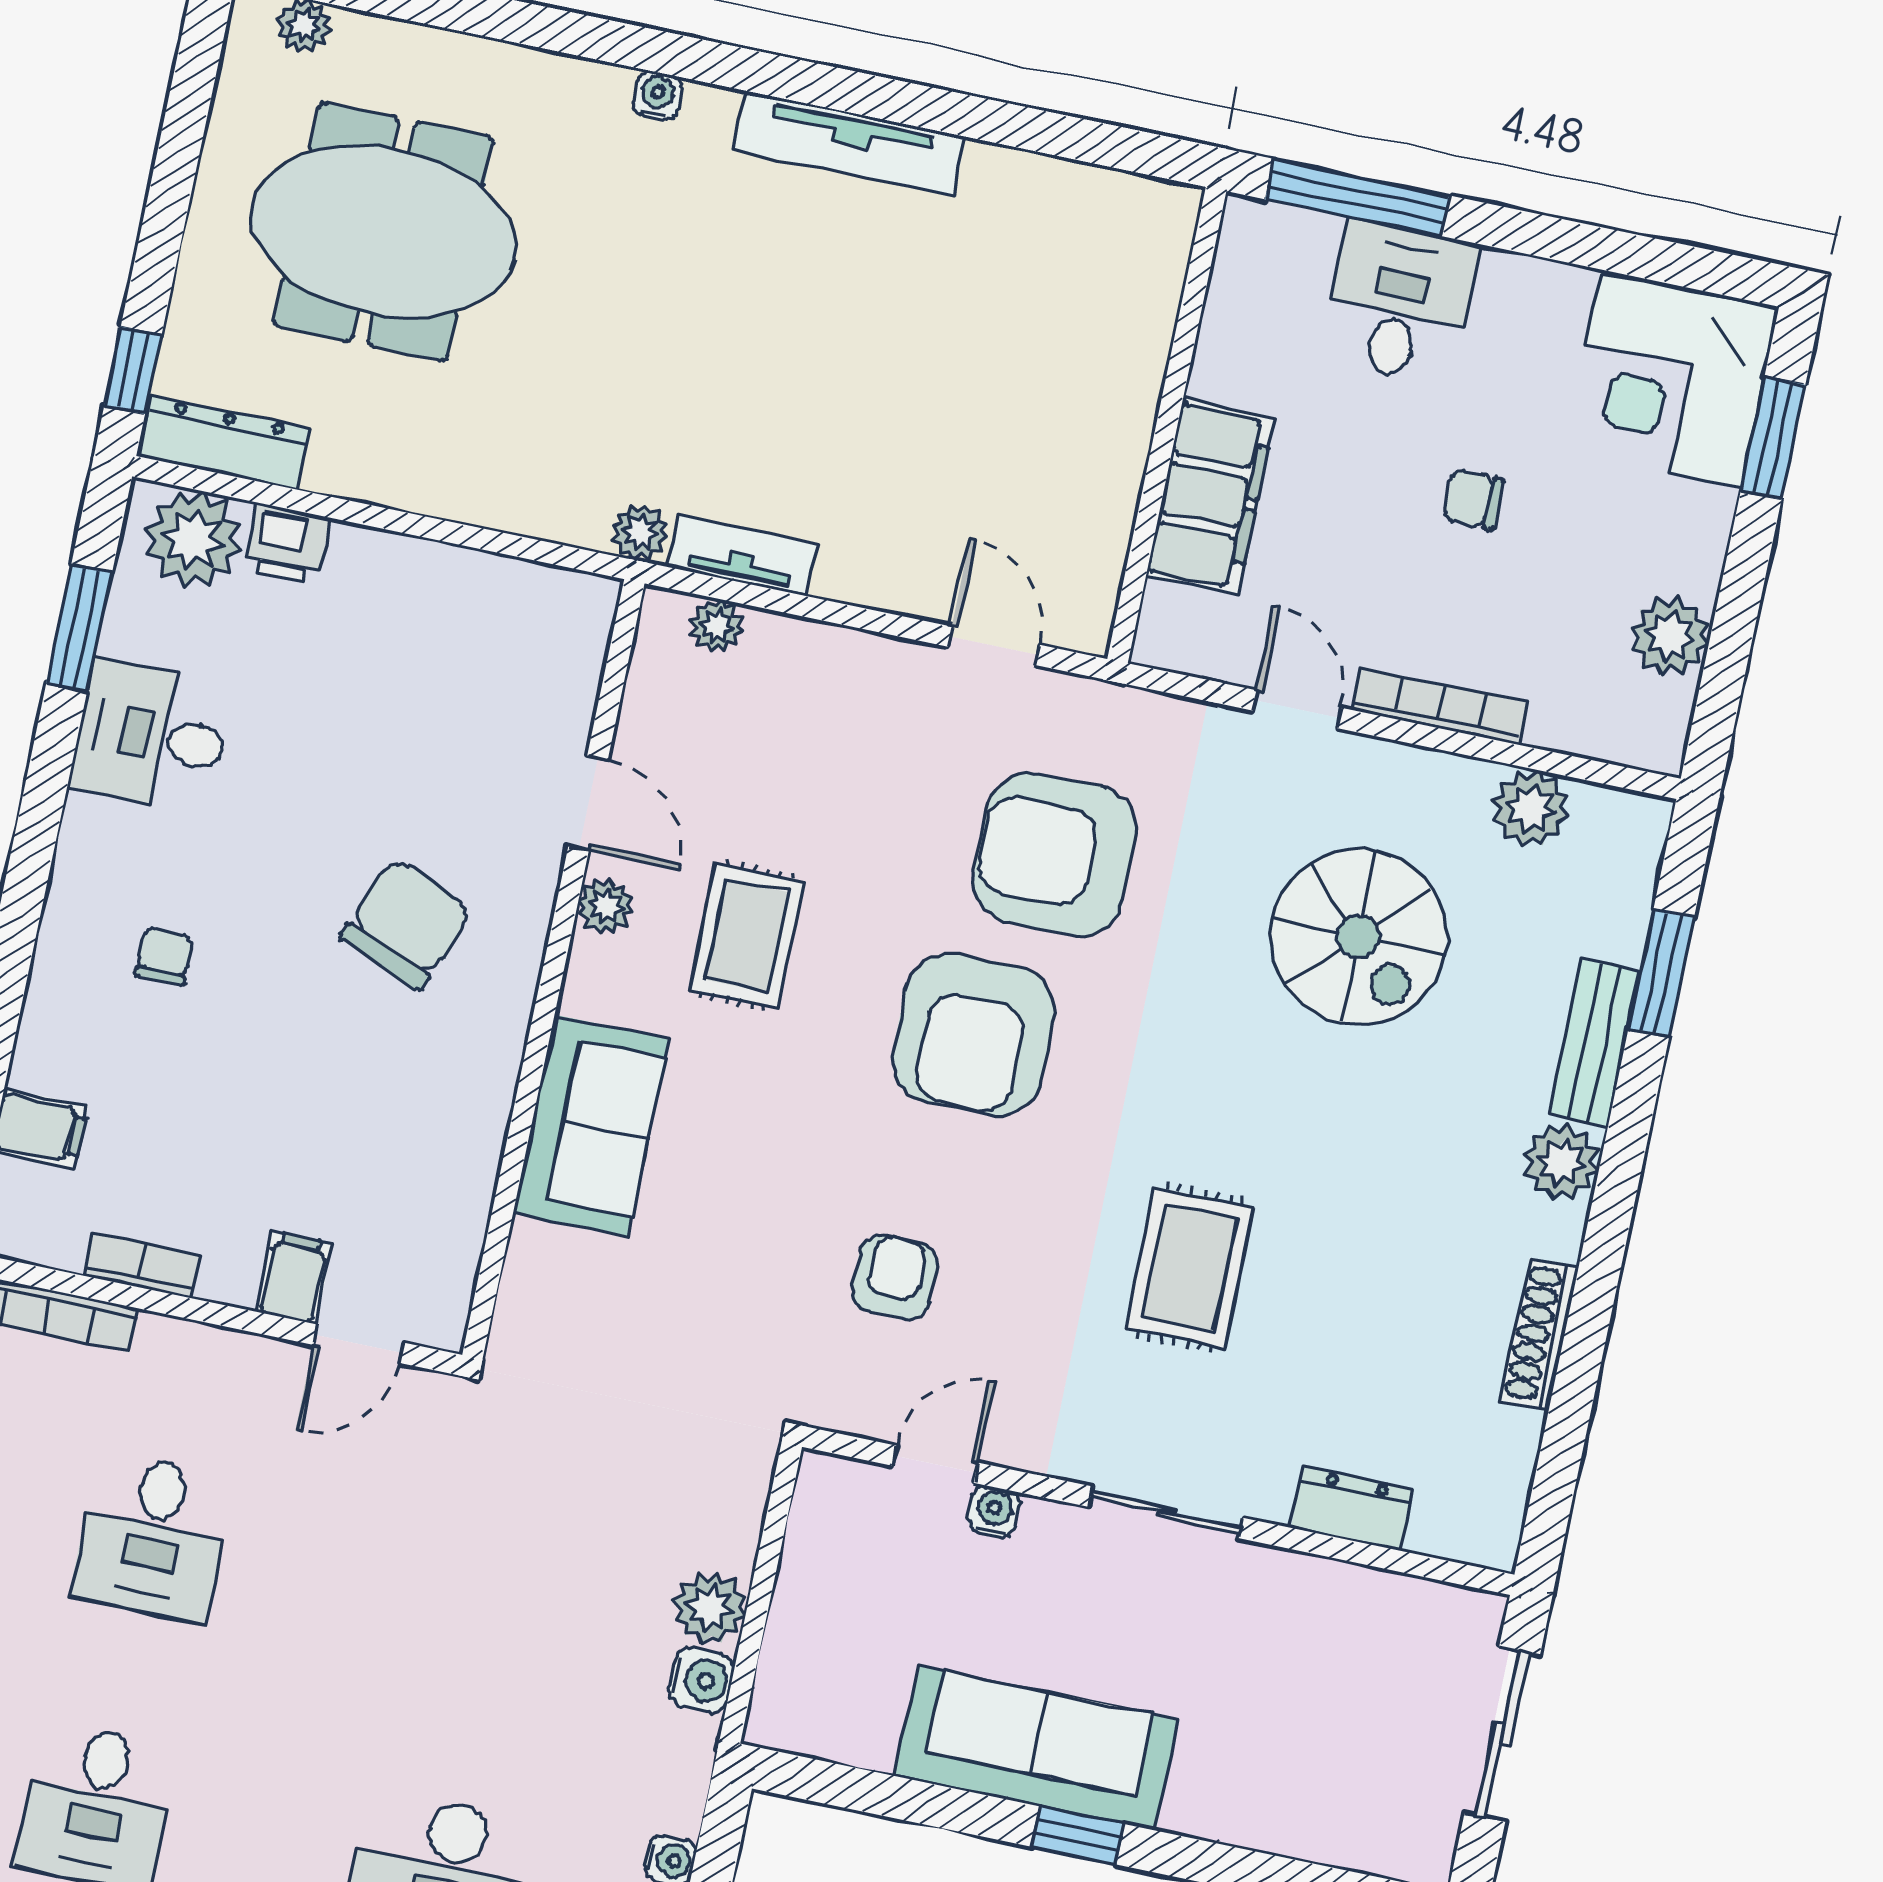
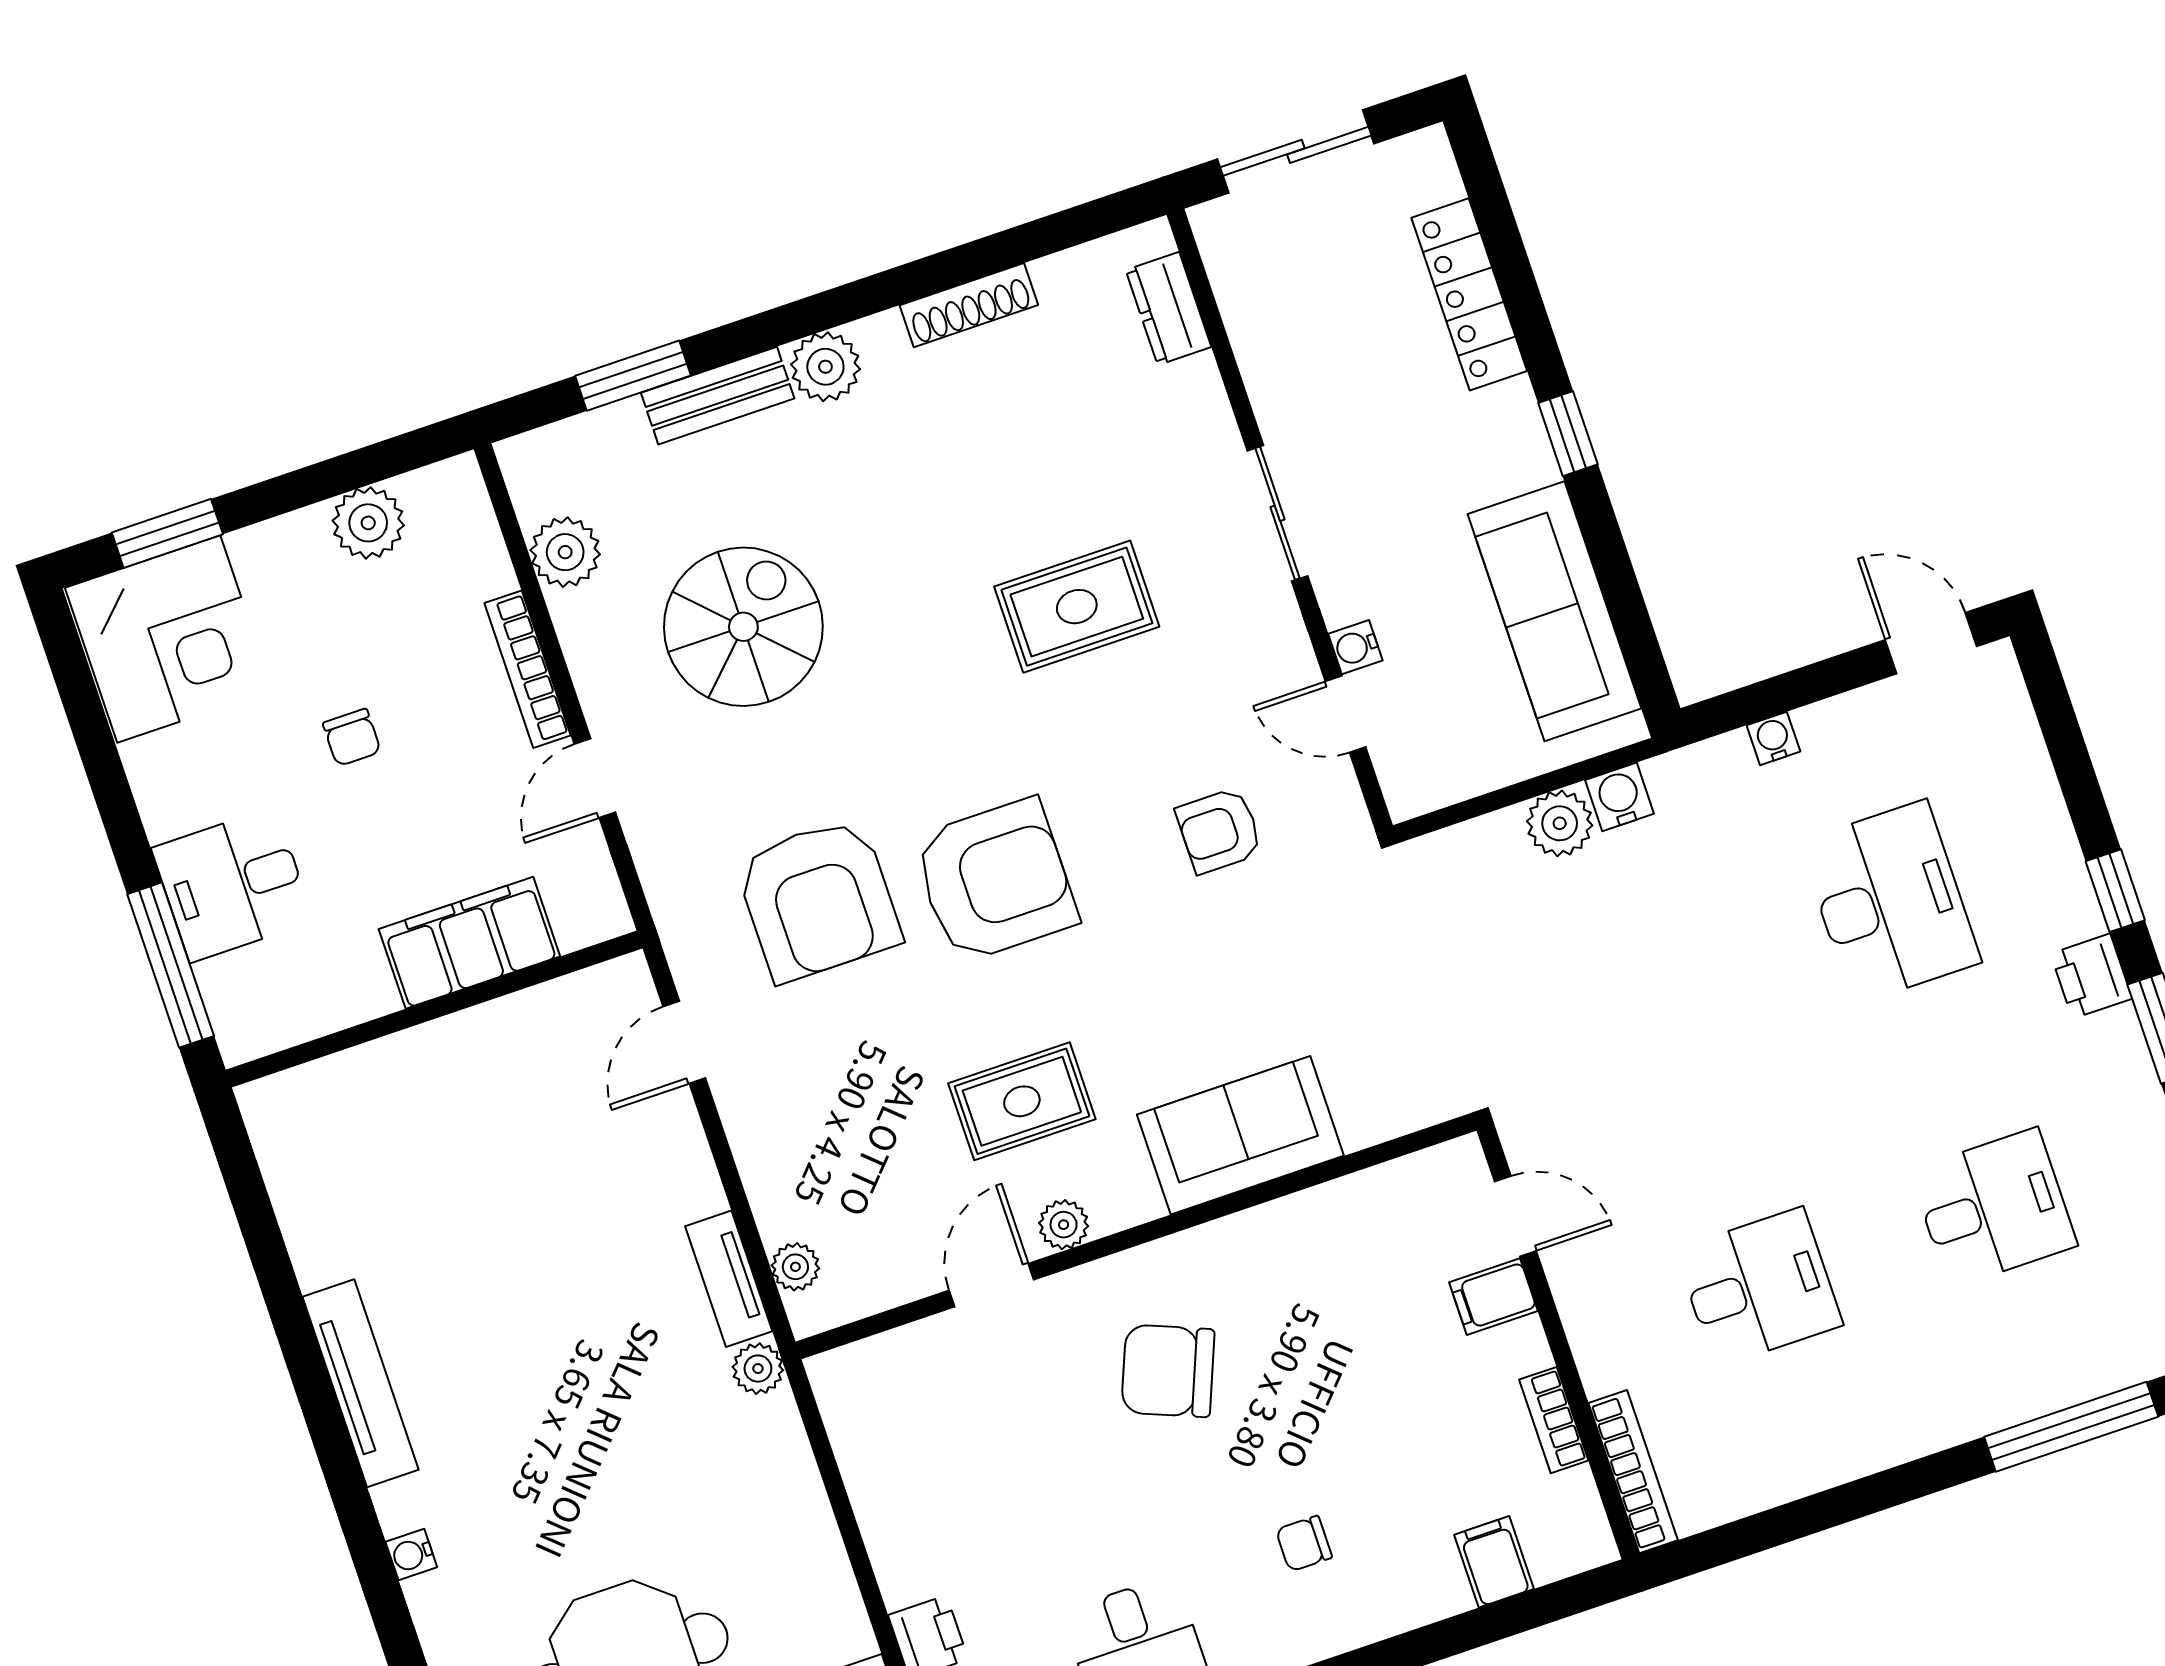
dresser: (1352, 1509) -> (1168, 309), moved
sofa: (1037, 1748) -> (1555, 611), moved
locker: (1267, 1820) -> (1469, 294), added

